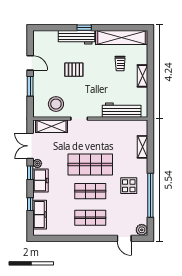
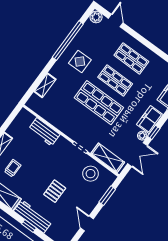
window: (84, 28) -> (29, 226), moved
pallet: (74, 70) -> (55, 191), turned 90
window: (30, 86) -> (107, 196), moved
workbench: (122, 110) -> (44, 132), width x0.73

